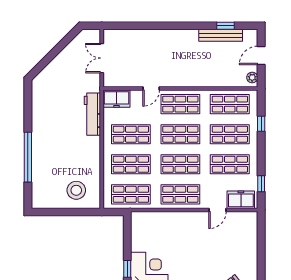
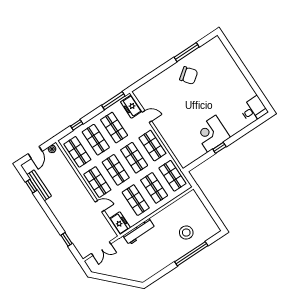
window: (138, 26) -> (66, 239), added
door: (261, 55) -> (35, 152), hinge flipped
window: (261, 184) -> (113, 101), width x2.17
stool: (76, 190) -> (186, 233), moved

